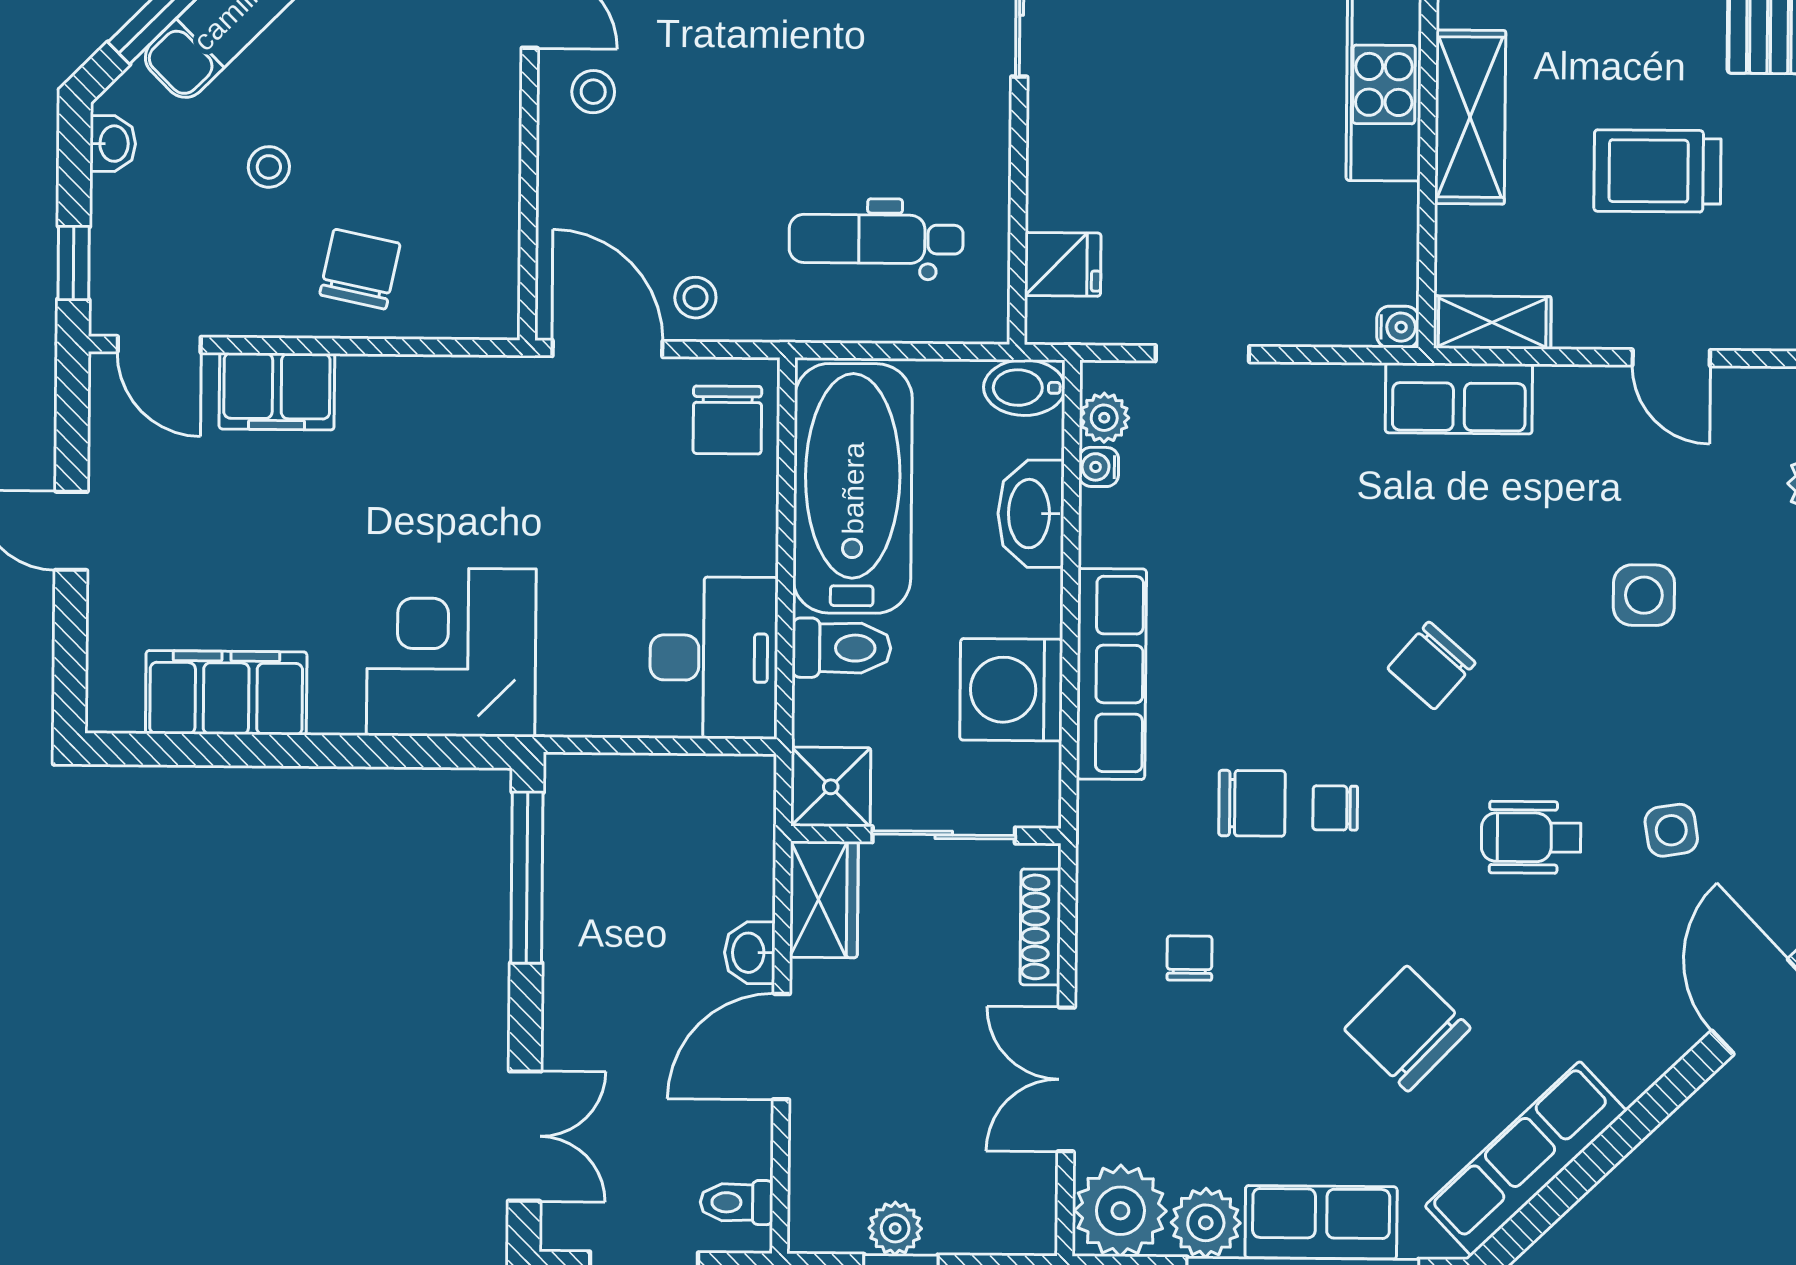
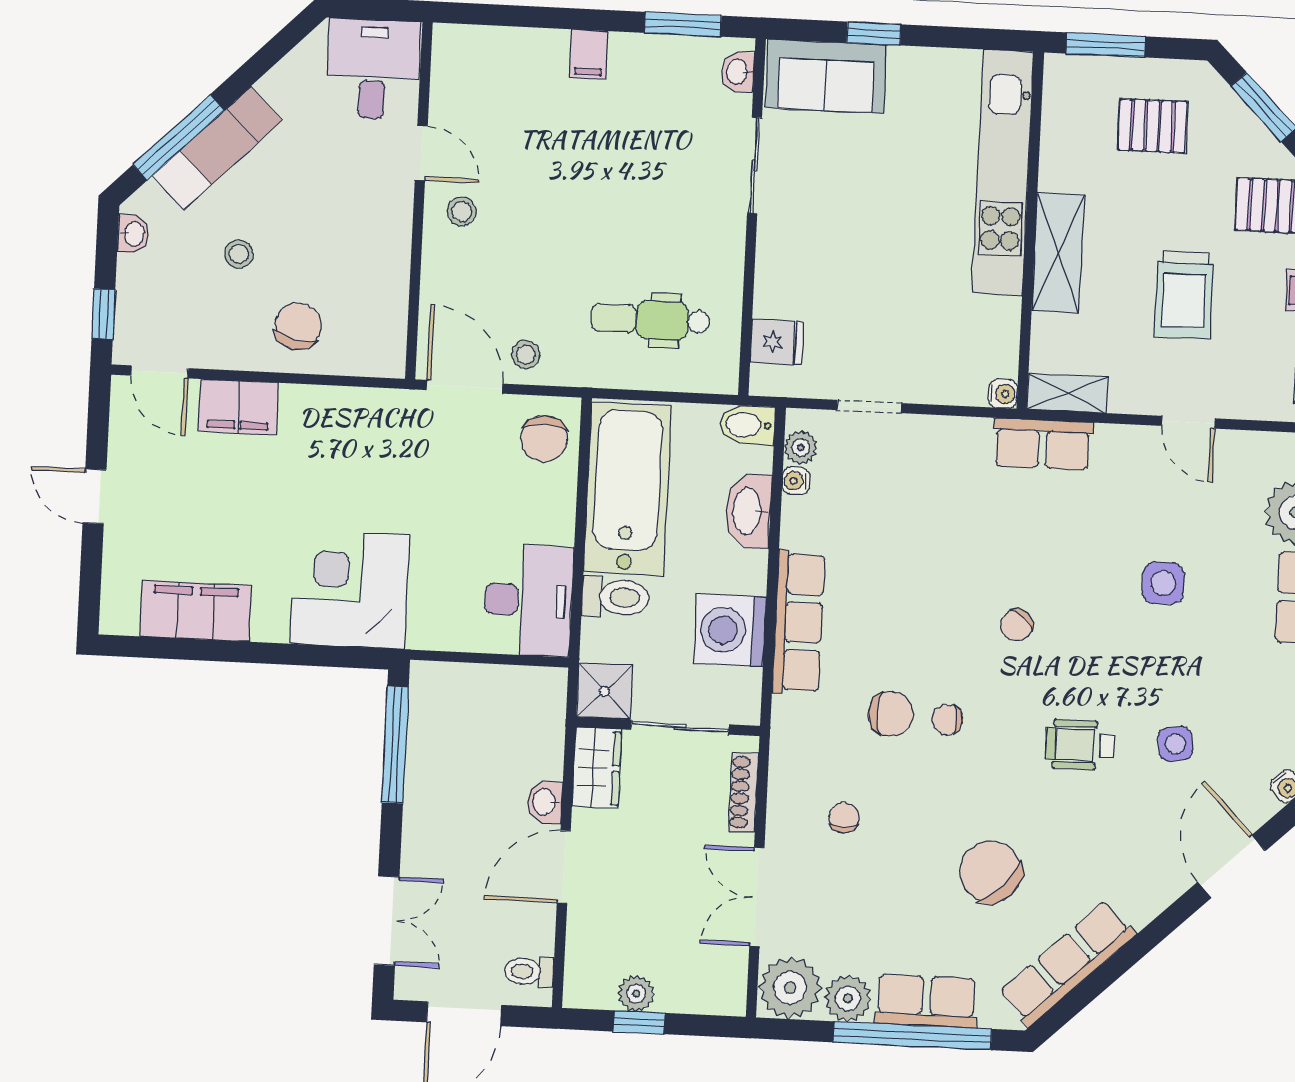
trolley: (1657, 171) -> (1184, 295), turned -90
chair: (1431, 666) -> (1017, 625), width x0.73, depth x0.73

